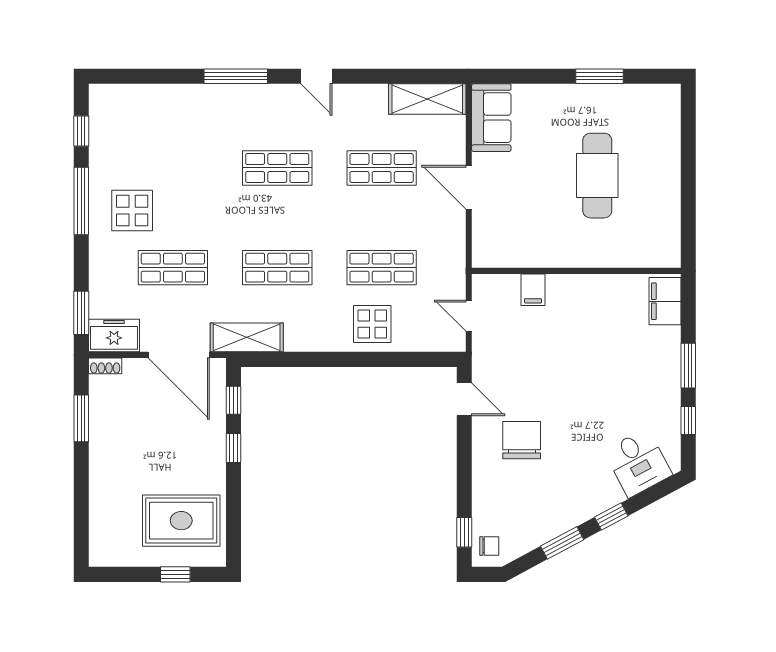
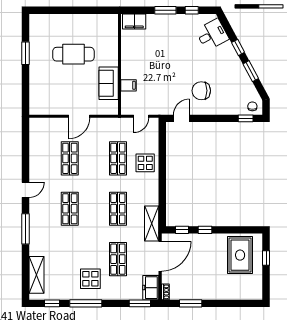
shelving: (427, 99) -> (37, 275), moved
sofa: (491, 118) -> (109, 83), moved, turned -90

